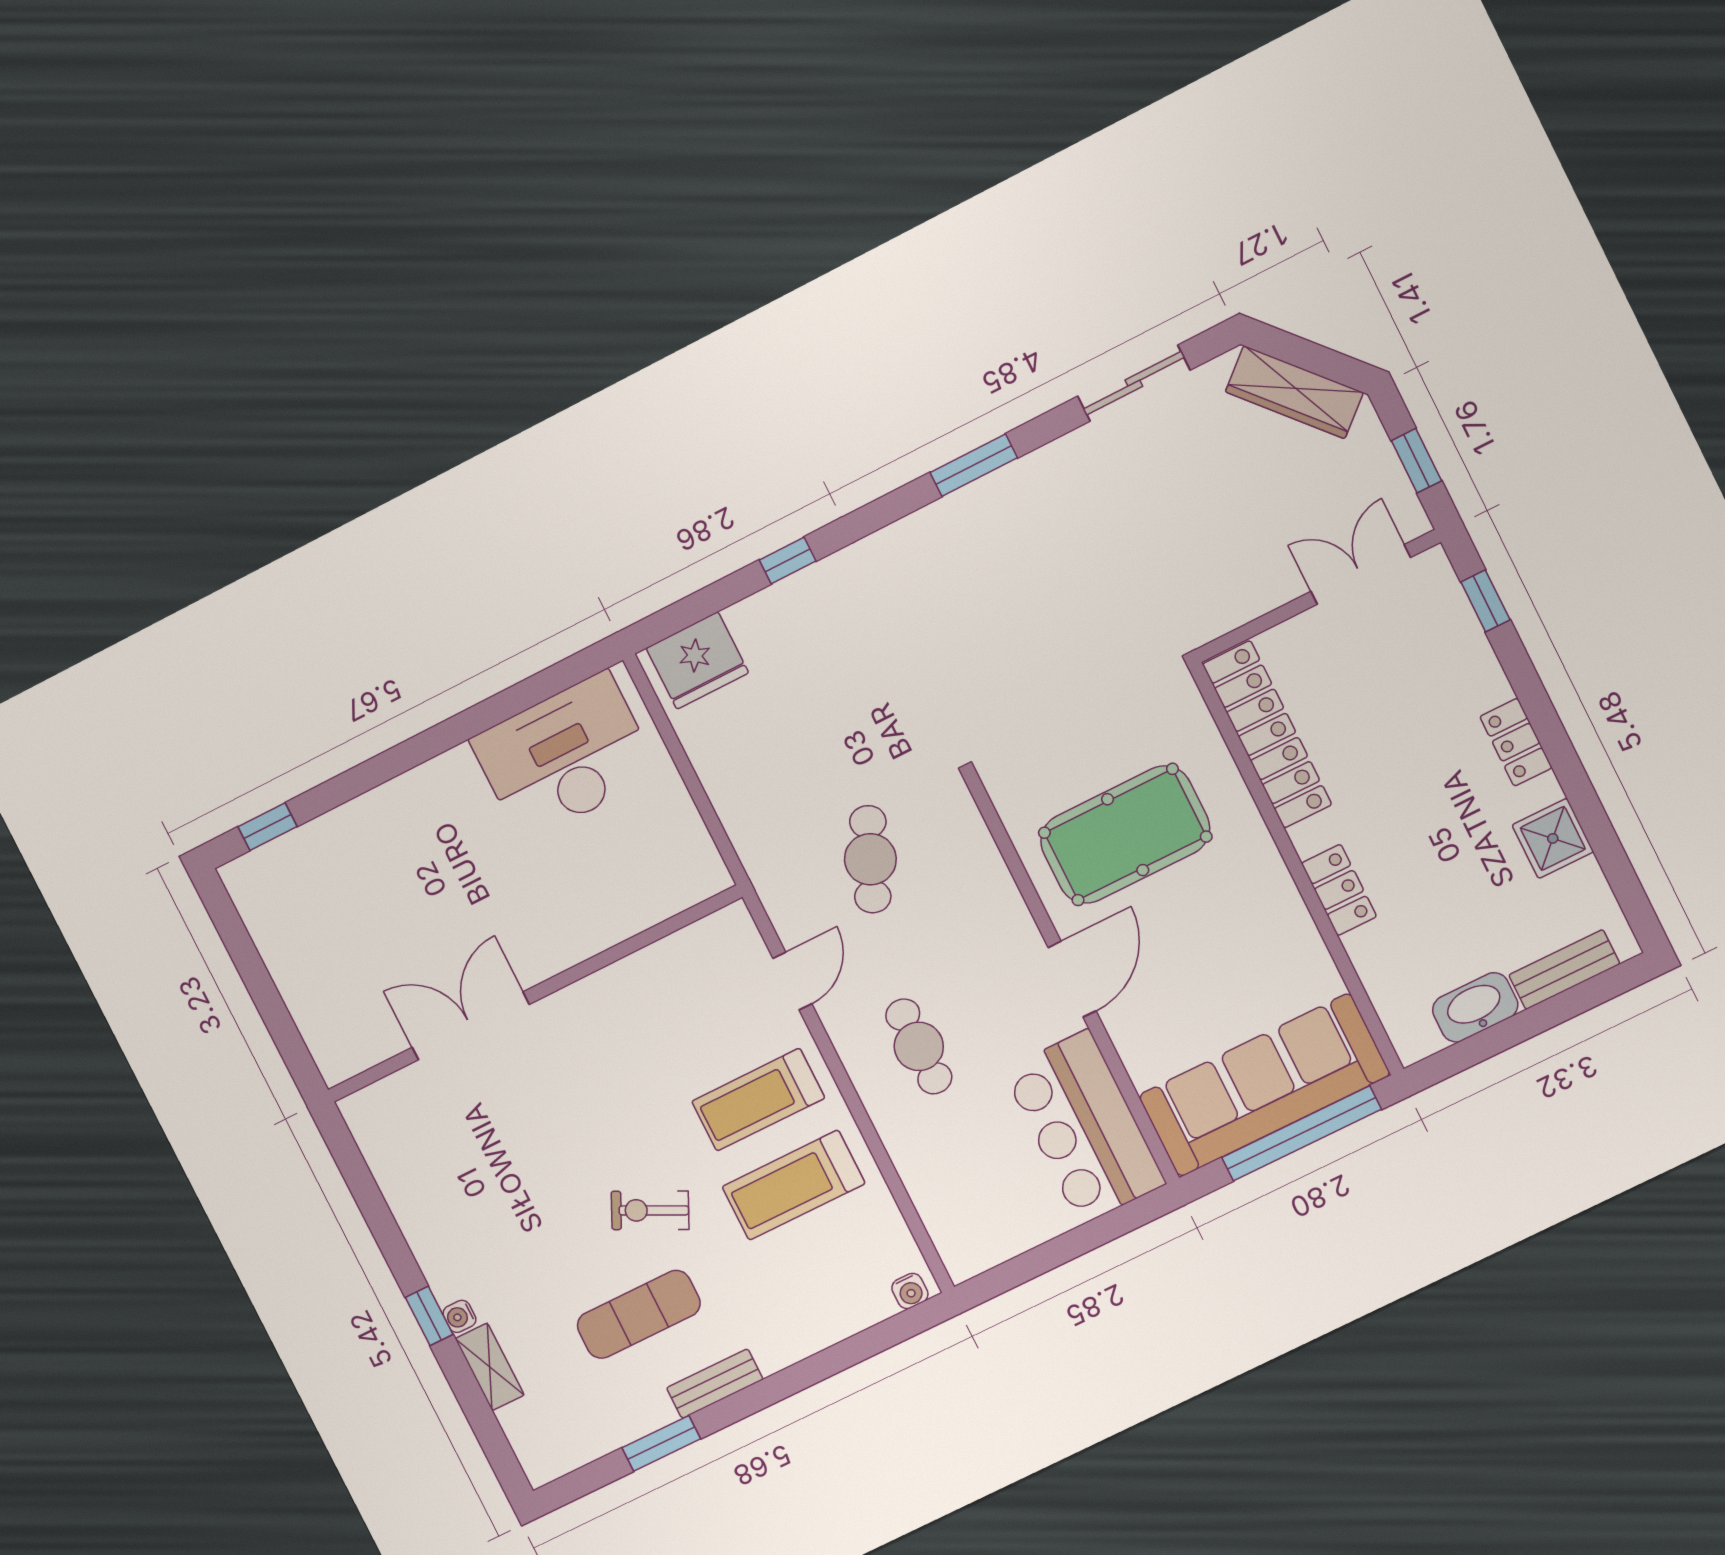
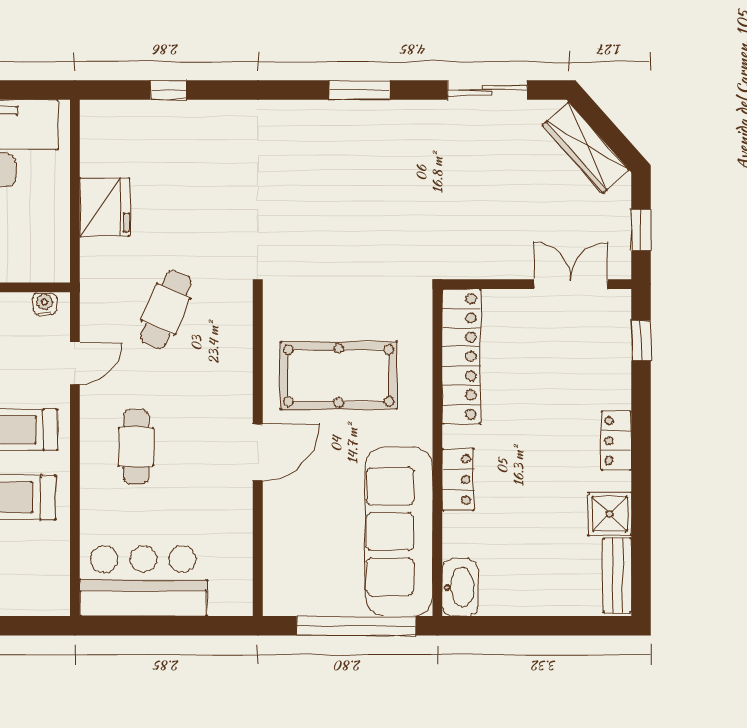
window: (788, 560) -> (169, 90), moved
fridge: (697, 660) -> (105, 207), moved, turned -90
bench: (1564, 969) -> (617, 575), moved, turned 90
washbasin: (1475, 1007) -> (460, 587), moved, turned 90
sofa: (1264, 1085) -> (399, 531), moved, turned -90
bar counter: (1084, 1127) -> (143, 581), moved, turned 90
water cooler: (910, 1291) -> (45, 304), moved, turned 180

